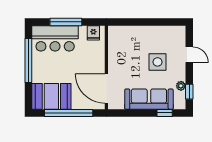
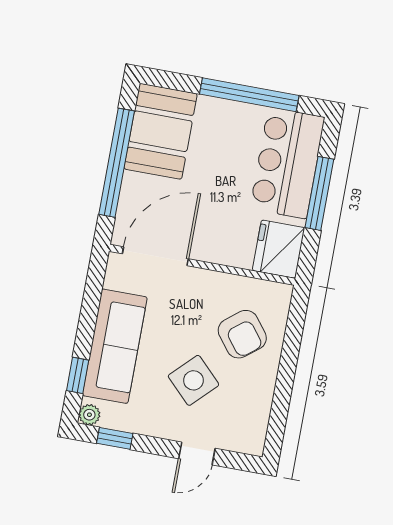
fridge: (93, 33) -> (279, 249), width x1.88, depth x1.34
armchair: (133, 44) -> (242, 334), added
side table: (158, 62) -> (193, 380), turned 45
plant: (181, 86) -> (89, 415), moved

